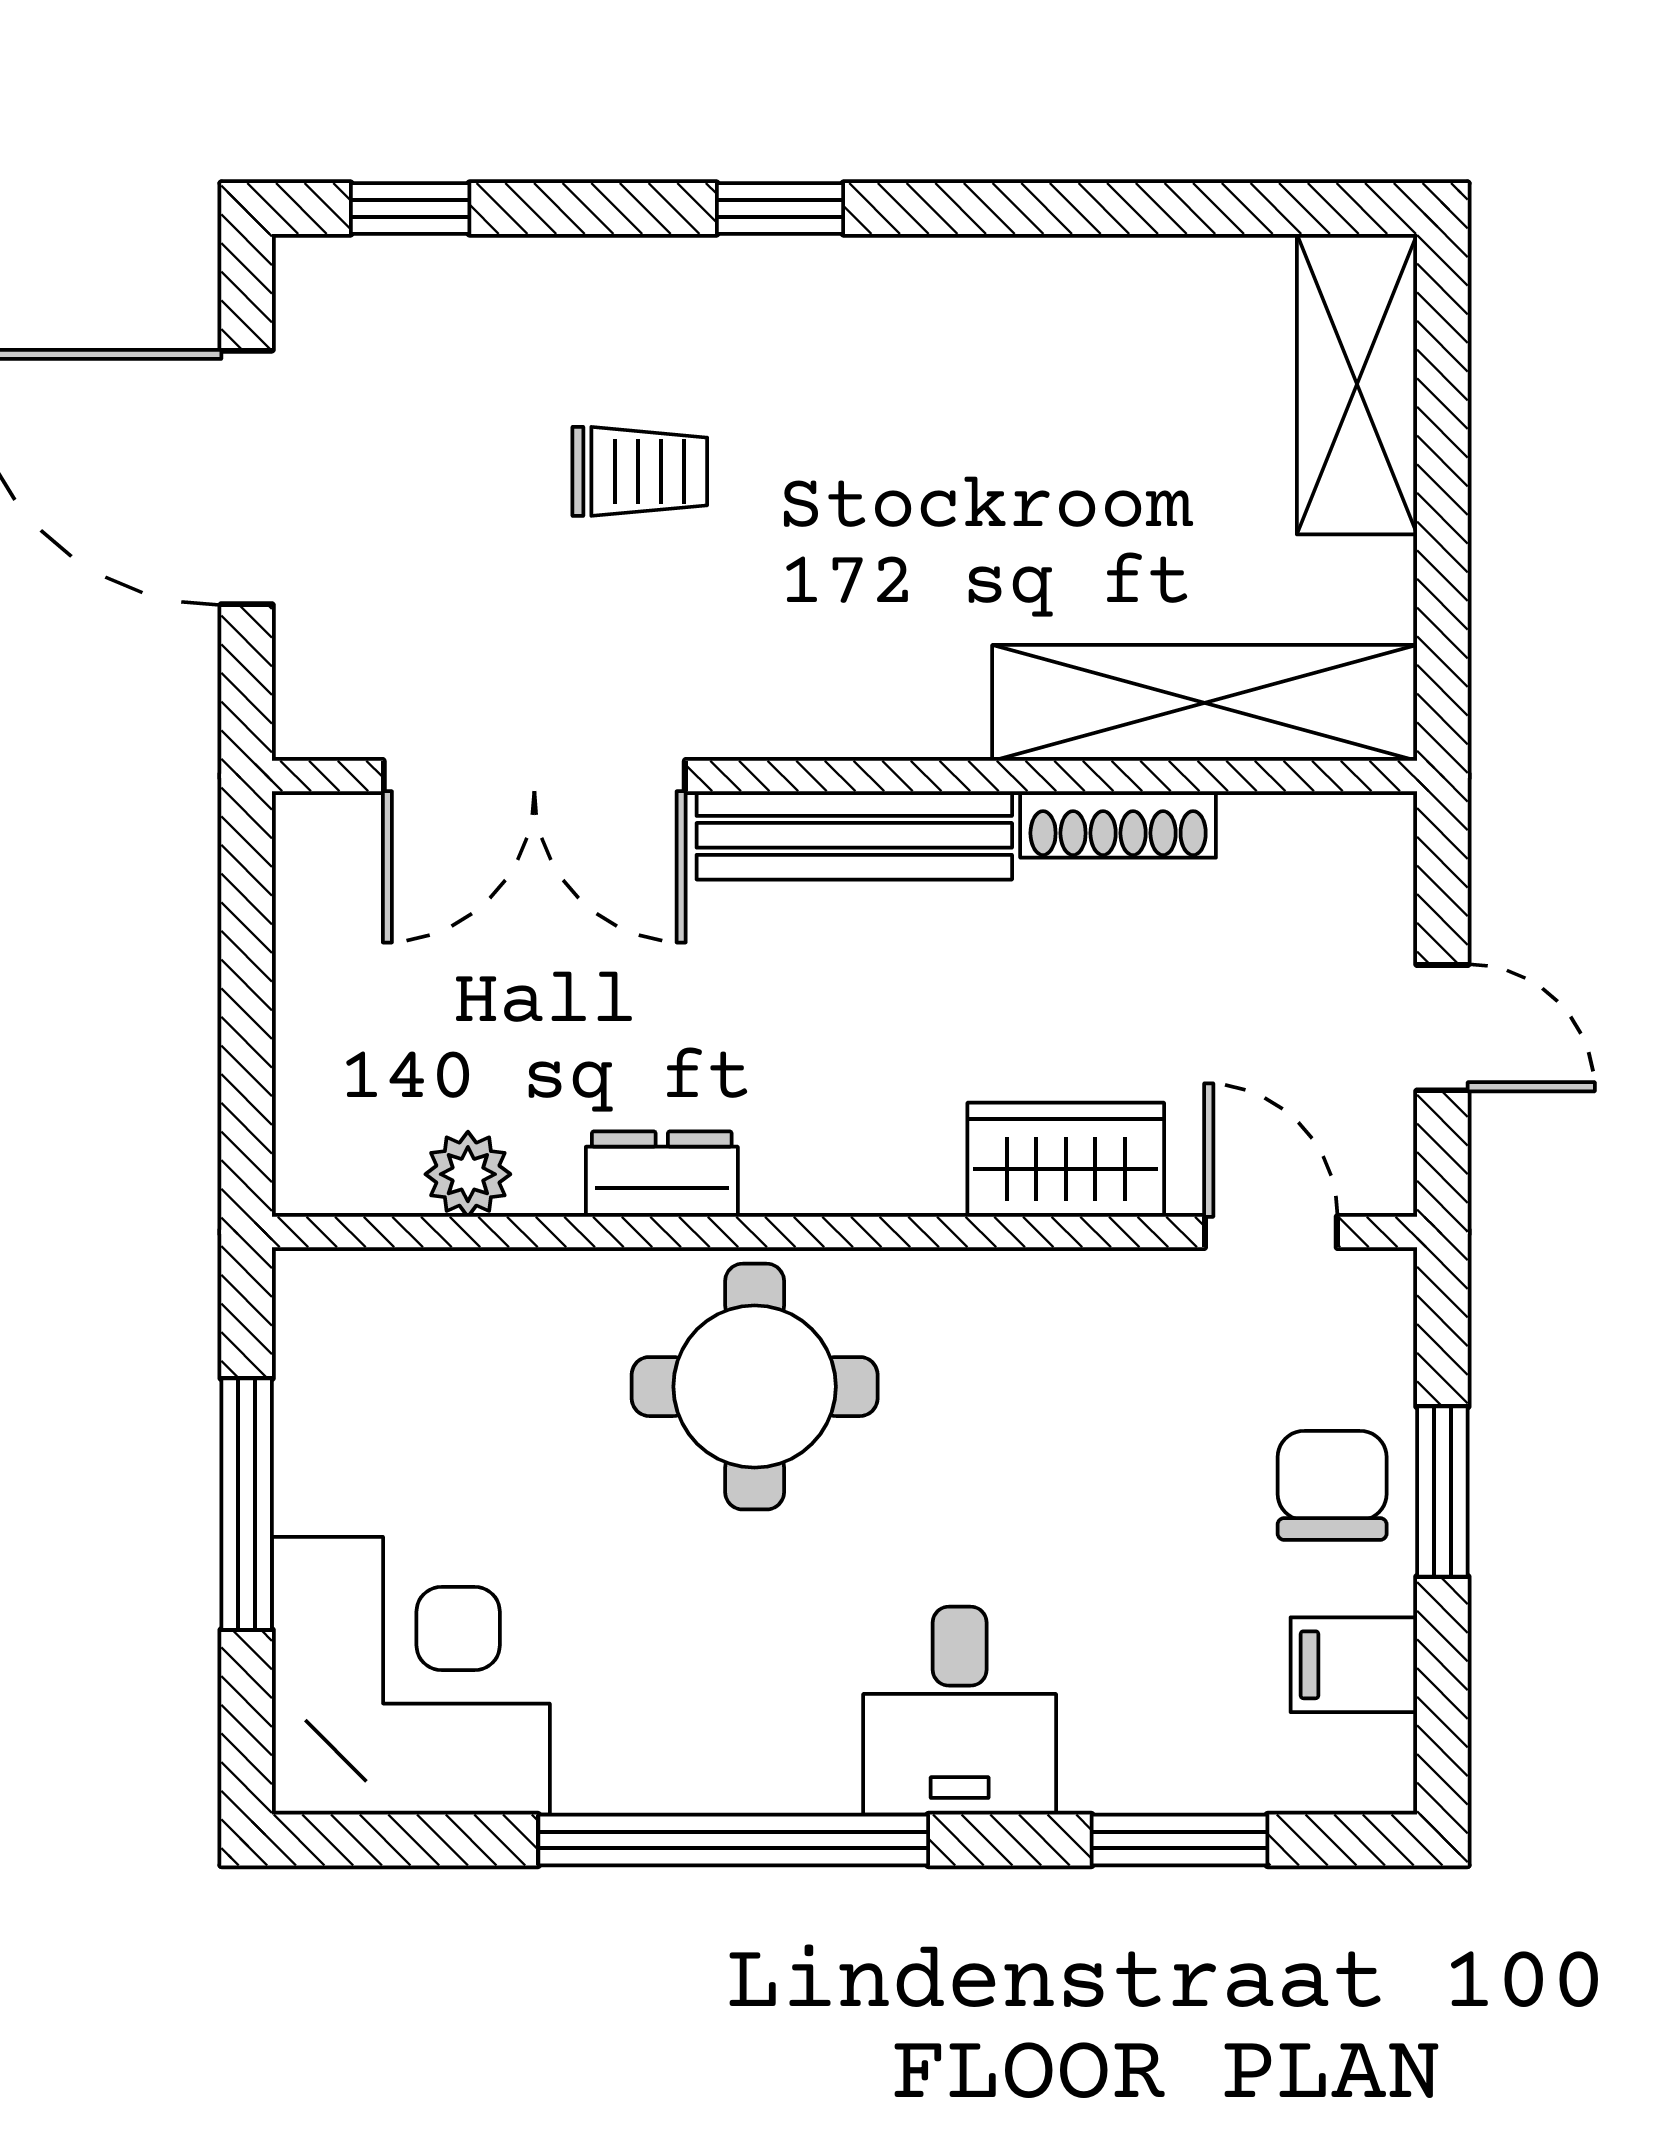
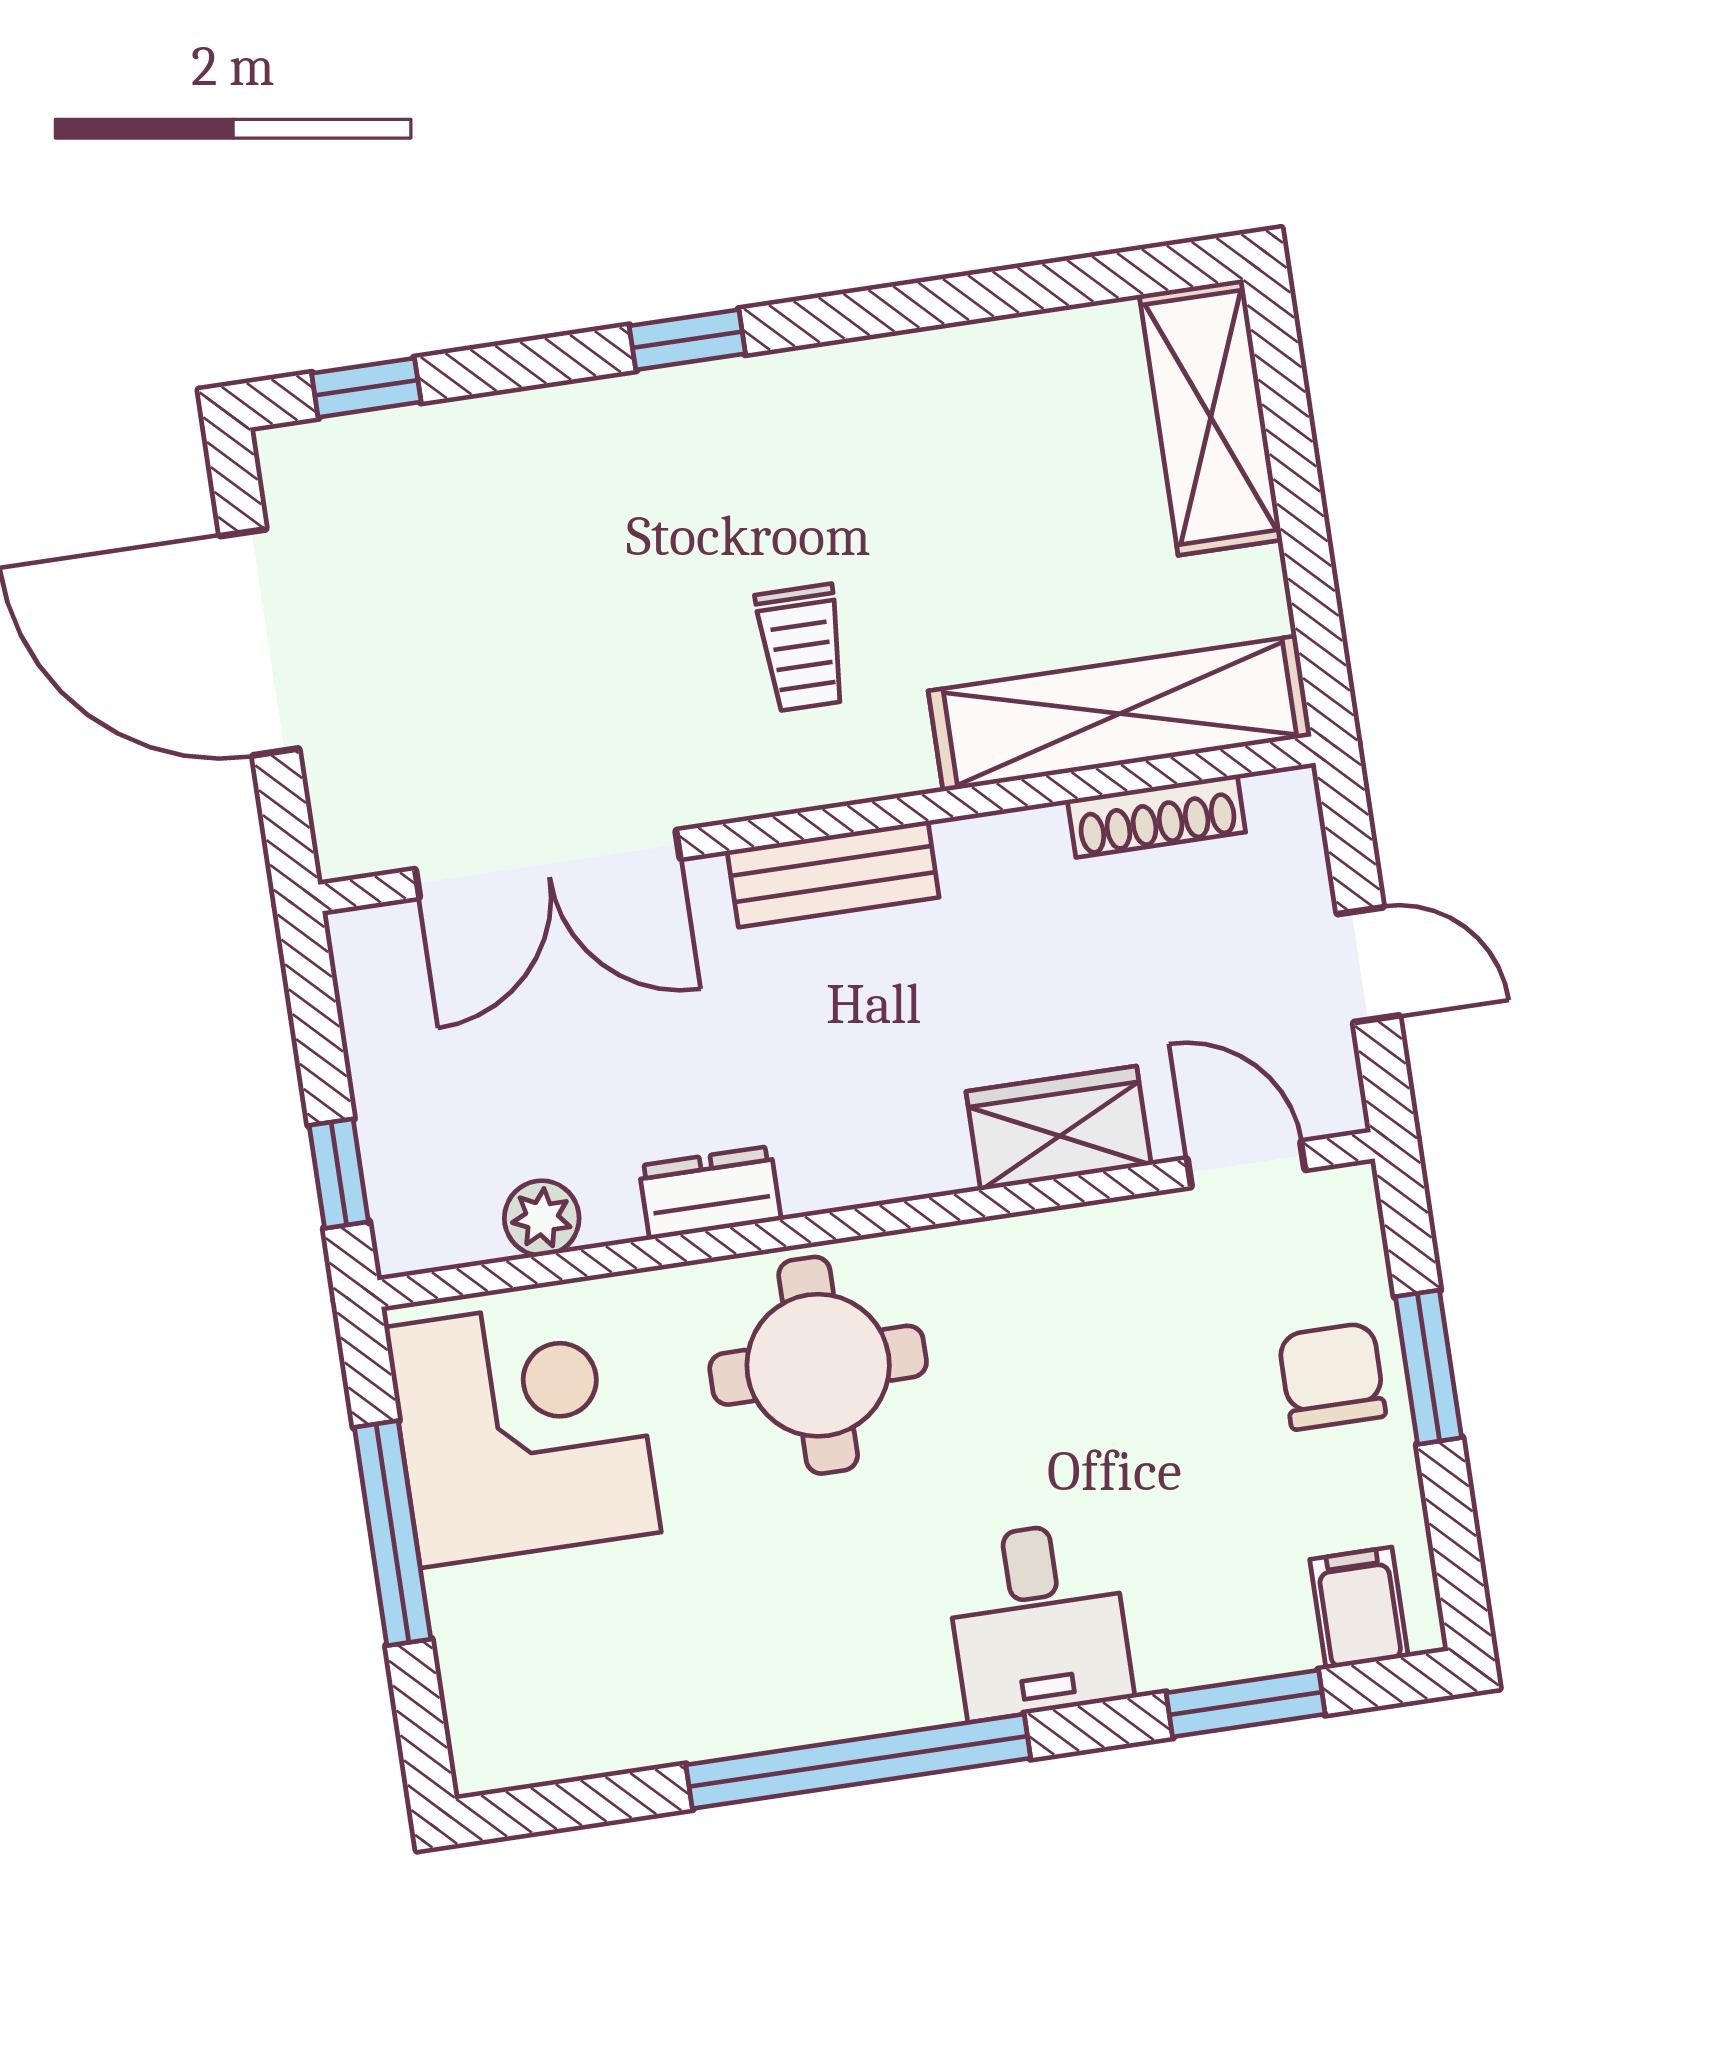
trolley: (640, 471) -> (802, 648), moved, turned 90
shoe rack: (1118, 824) -> (1156, 816), moved
bench: (854, 835) -> (833, 874), width x0.73
window: (247, 1090) -> (339, 1174), added
filing cabinet: (1354, 1665) -> (1359, 1608), moved, turned 90
corner desk: (411, 1676) -> (523, 1430), moved

